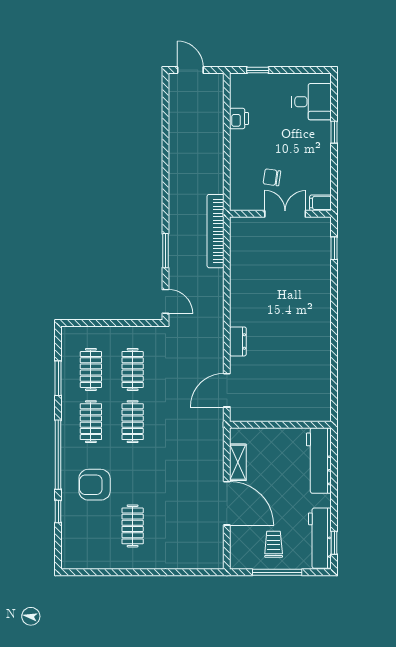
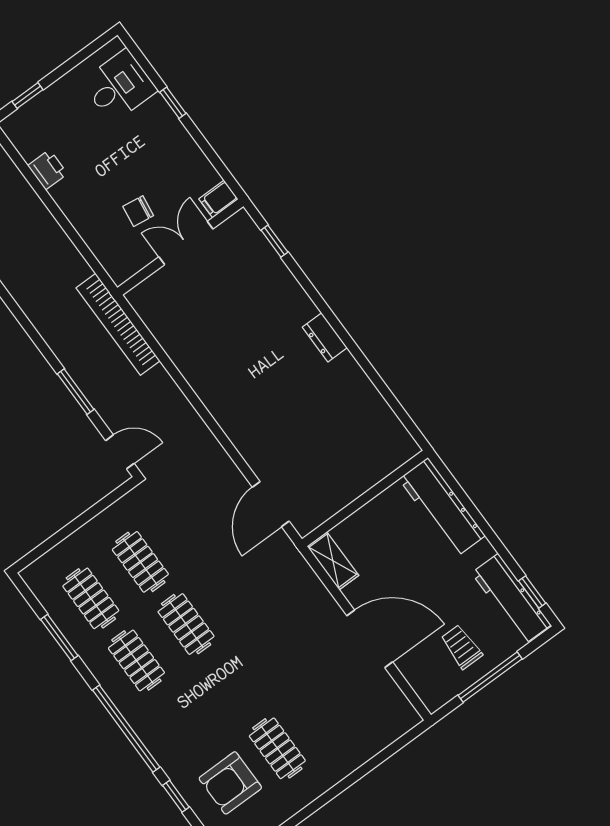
dresser: (238, 341) -> (325, 337), moved, turned 180
shelving: (238, 462) -> (333, 561), moved
armchair: (95, 485) -> (230, 783), moved

